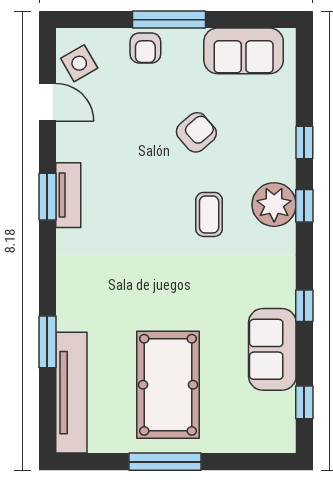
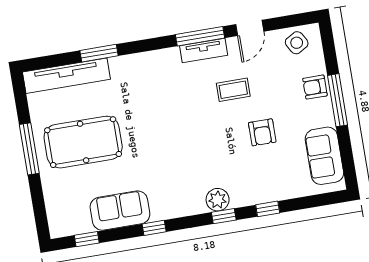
door: (47, 102) -> (250, 28), moved
armchair: (196, 132) -> (262, 132), turned 41
window: (47, 197) -> (200, 36), width x1.44
plant: (274, 205) -> (218, 200), width x0.73, depth x0.73
coffee table: (209, 214) -> (233, 90), moved

